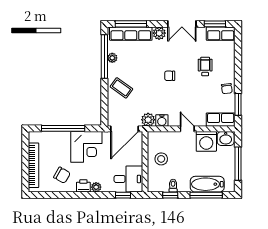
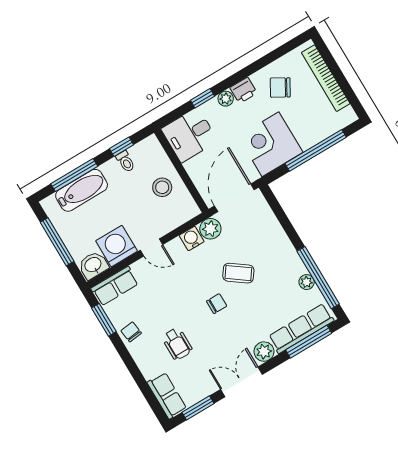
row of seats: (221, 34) -> (167, 396), moved, turned 90
coffee table: (121, 88) -> (238, 273), moved
window: (123, 195) -> (202, 98), moved

